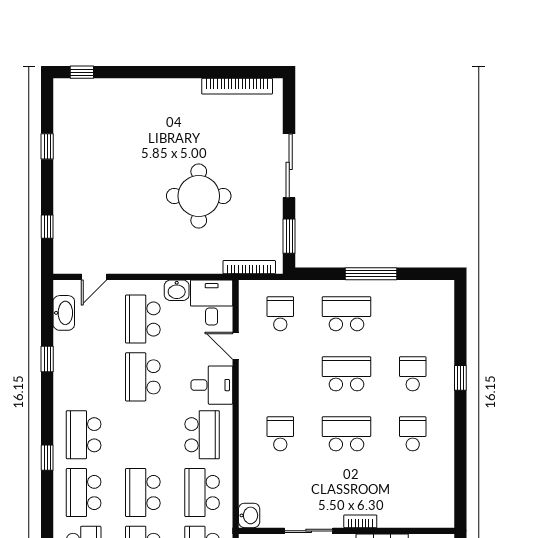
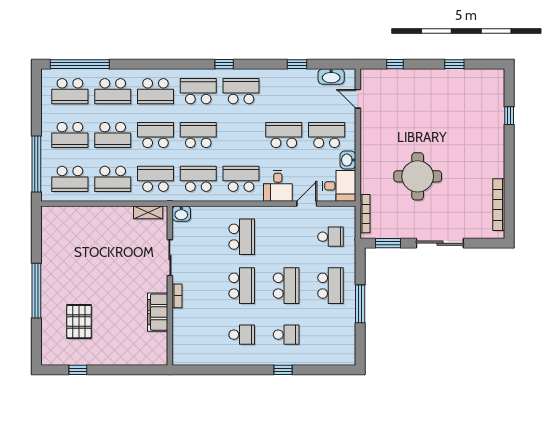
window: (82, 72) -> (509, 116), moved
school desk: (280, 434) -> (242, 237), width x1.85
school desk: (202, 435) -> (241, 179), turned 180

